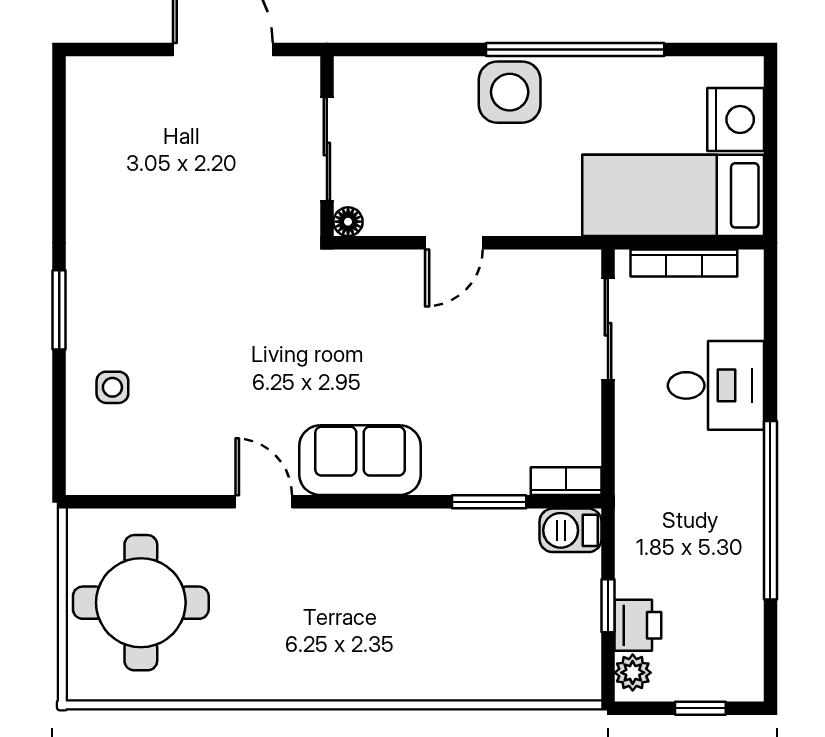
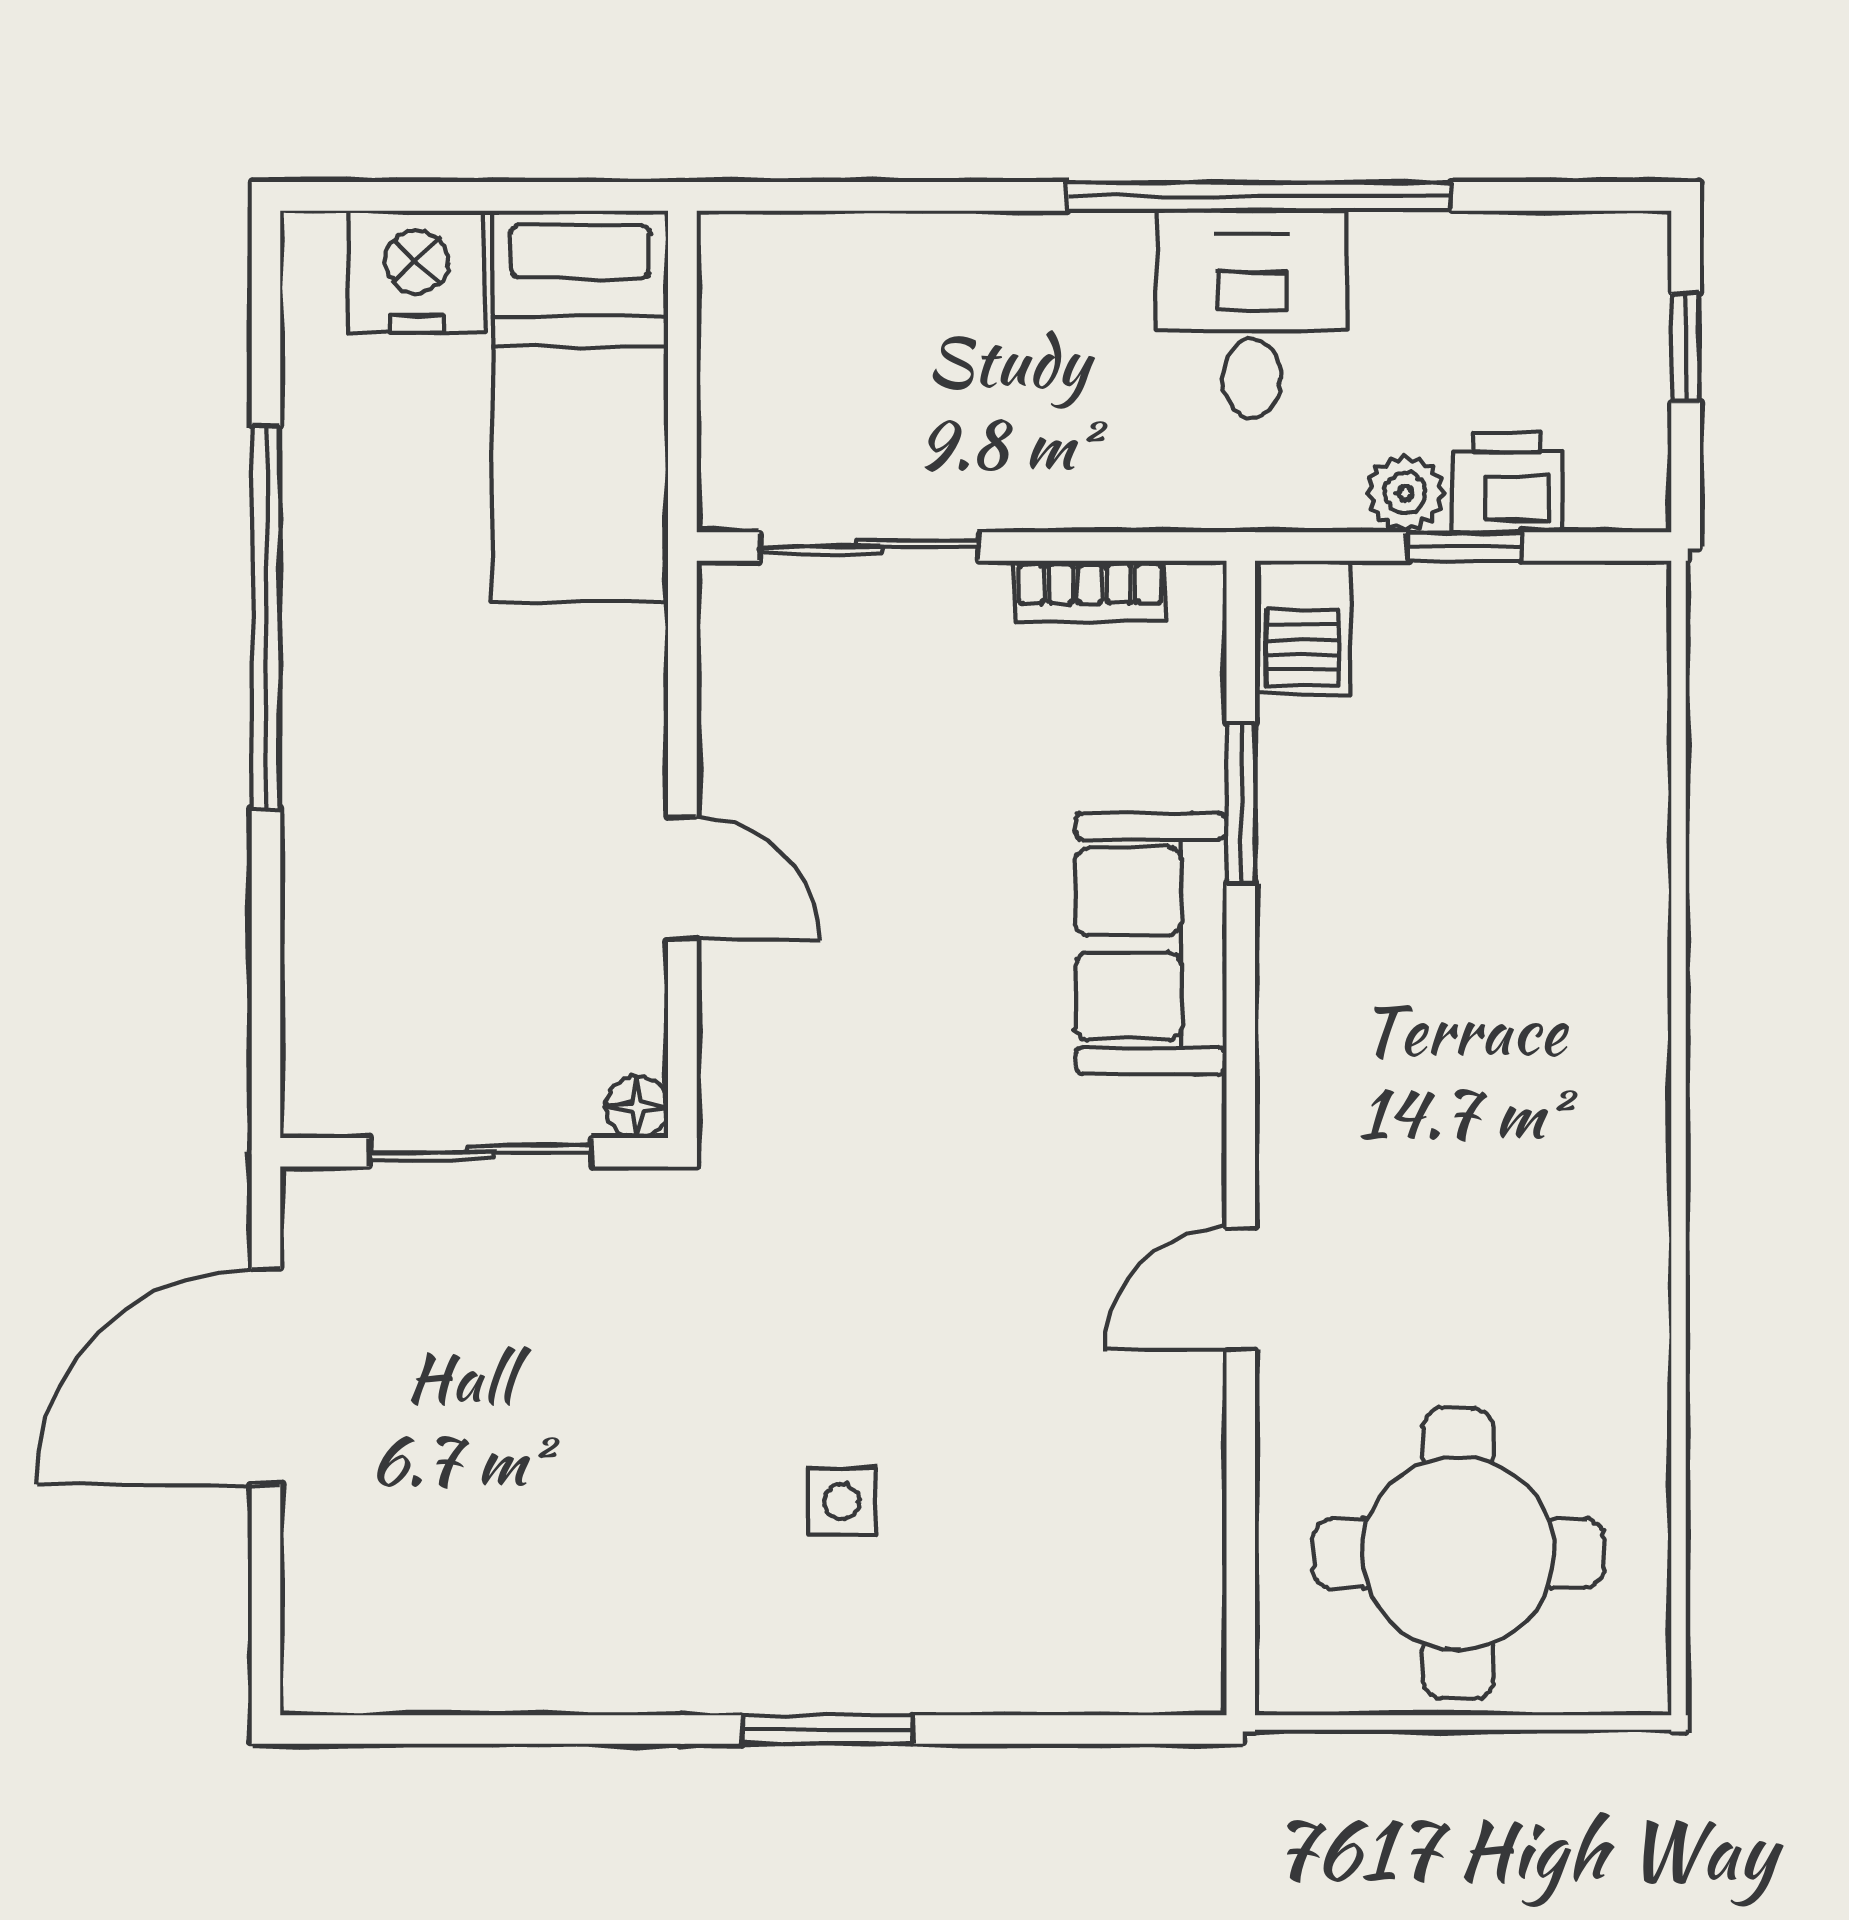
side table: (510, 92) -> (358, 758), removed
bookcase: (684, 263) -> (726, 383), removed
desk: (716, 385) -> (1252, 314), moved
side table: (112, 387) -> (842, 1502), moved
sofa: (360, 460) -> (1151, 944), moved
bookcase: (566, 481) -> (1090, 591), moved, turned -90
plant: (633, 673) -> (1405, 493), moved

